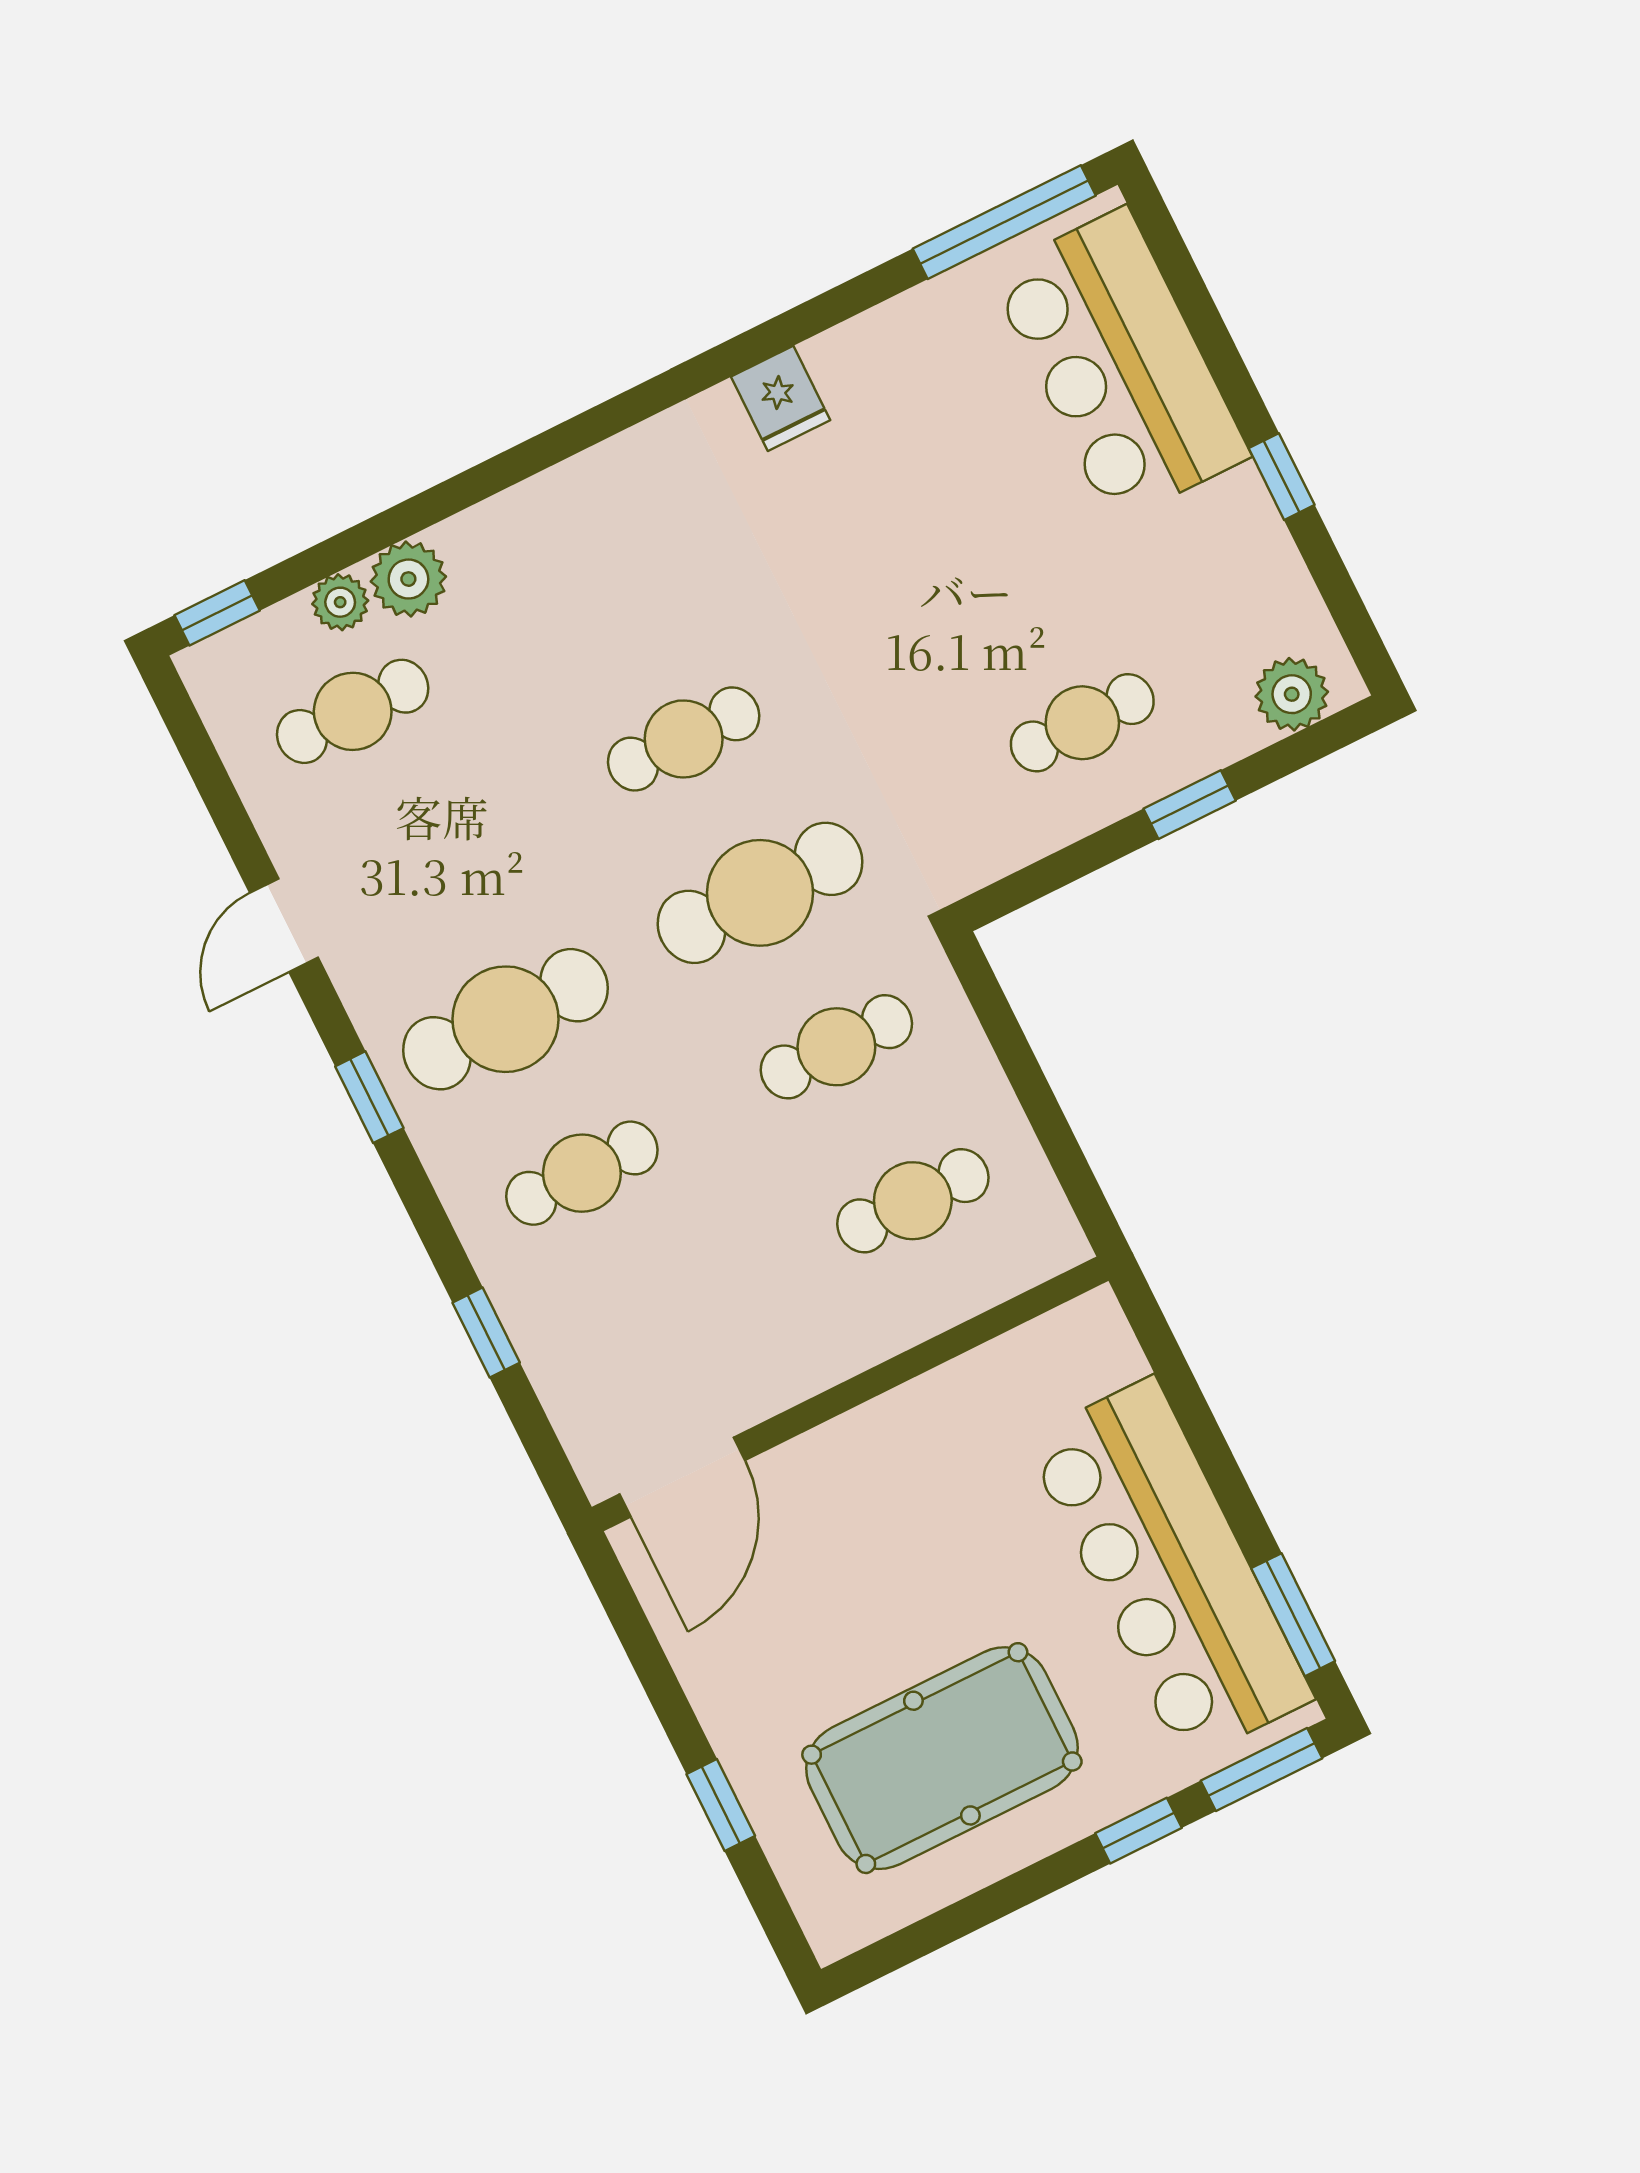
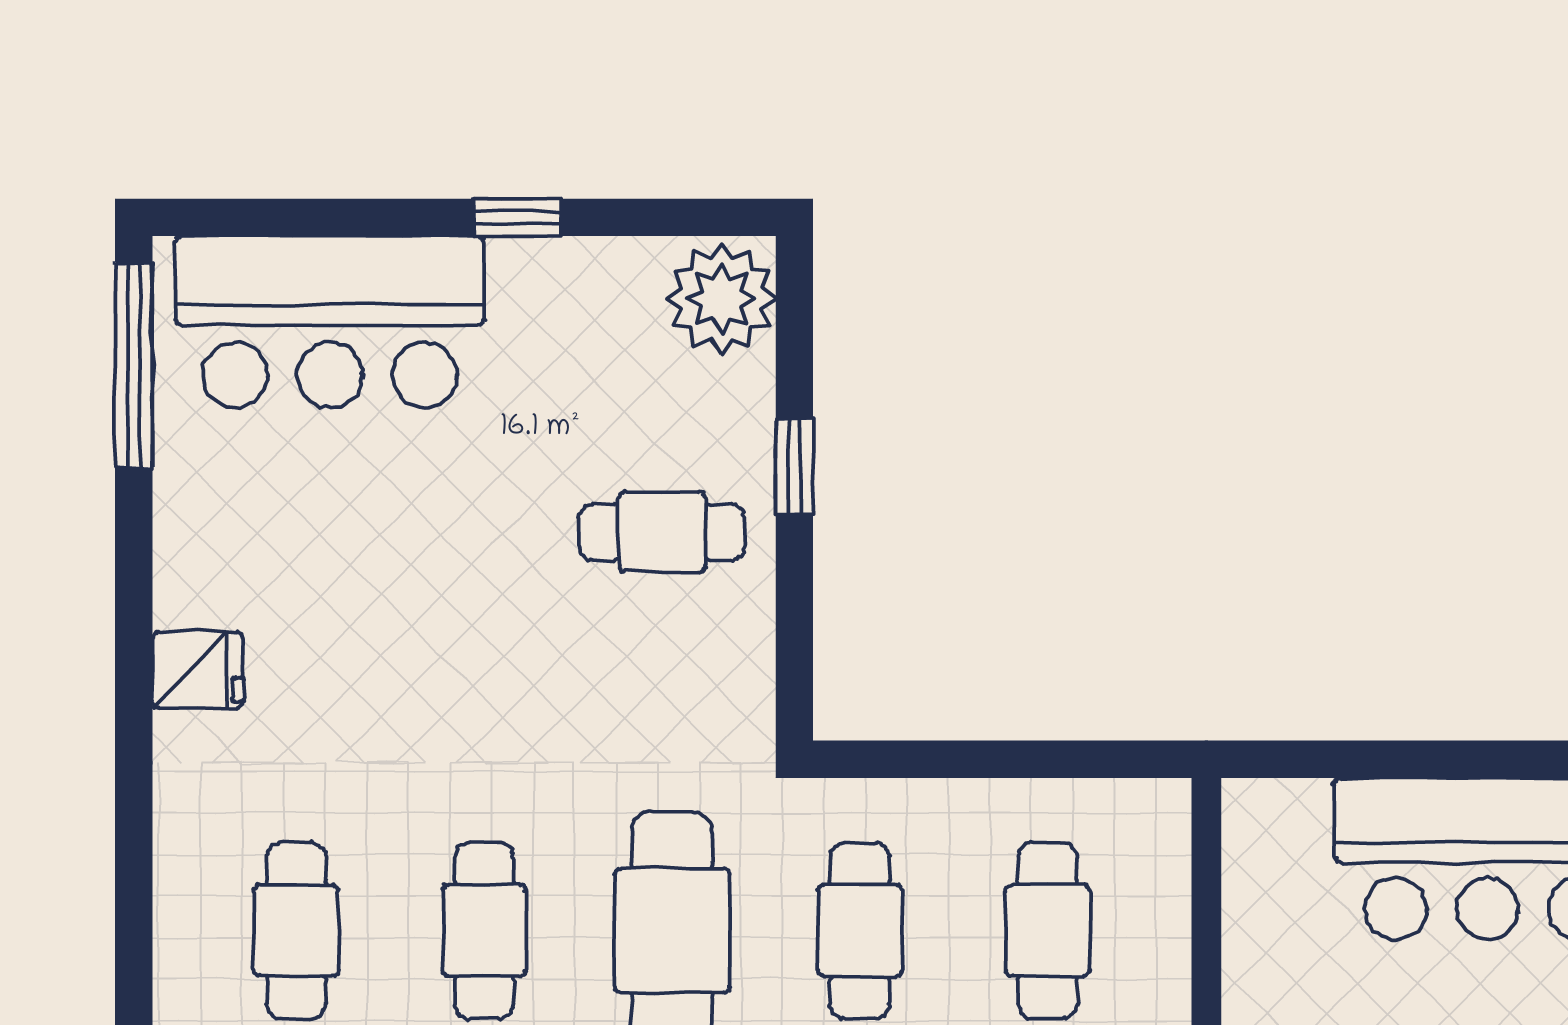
cafe table: (607, 585) -> (296, 931), added
plant: (1292, 694) -> (721, 299), width x1.36, depth x1.36
cafe table: (1082, 723) -> (662, 532), turned 90

